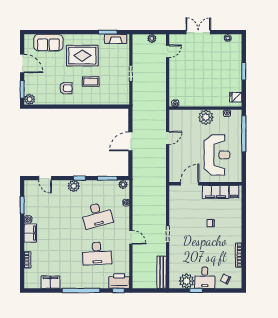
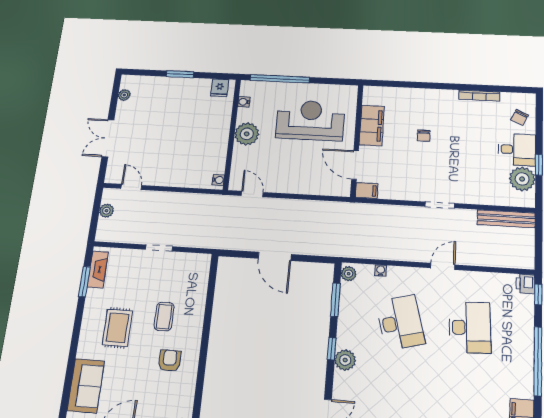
rug: (82, 56) -> (117, 328), width x0.73, depth x0.70
door: (168, 138) -> (252, 194), moved
filing cabinet: (234, 192) -> (367, 191), moved
printer: (119, 281) -> (525, 284), width x0.53, depth x0.68

